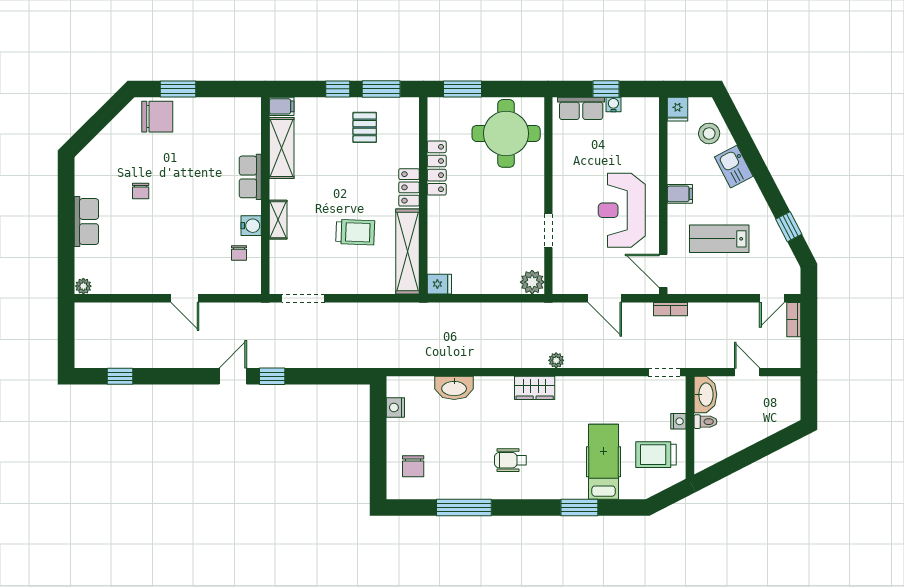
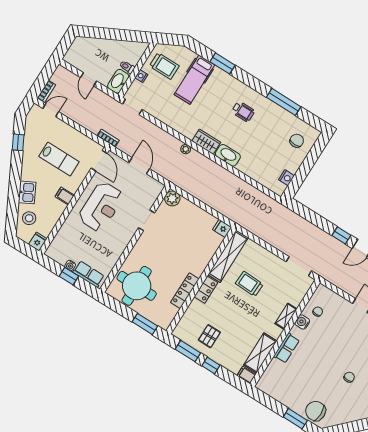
washbasin: (454, 388) -> (228, 155), moved

